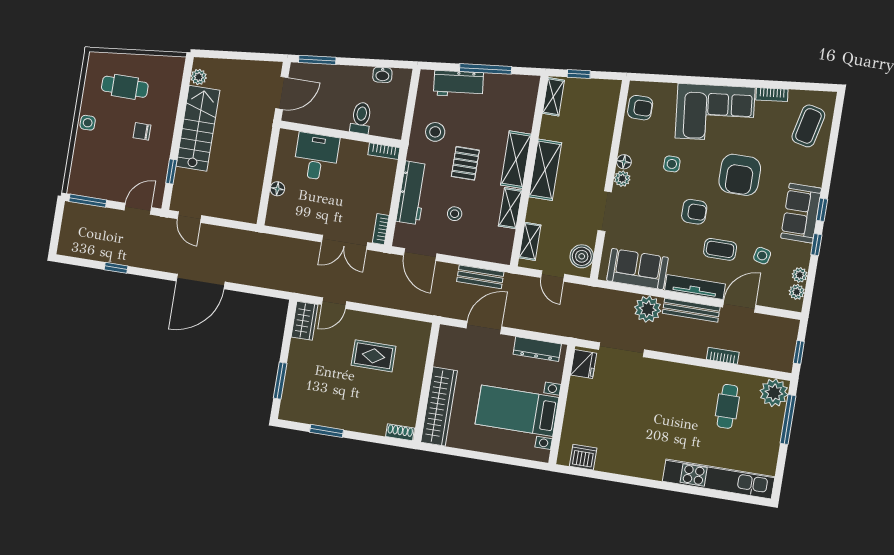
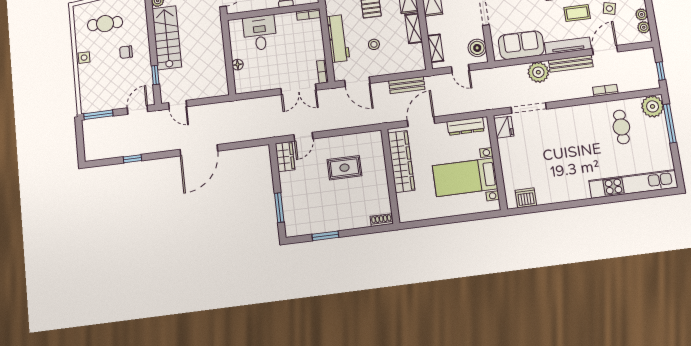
wardrobe: (439, 406) -> (401, 161), moved

